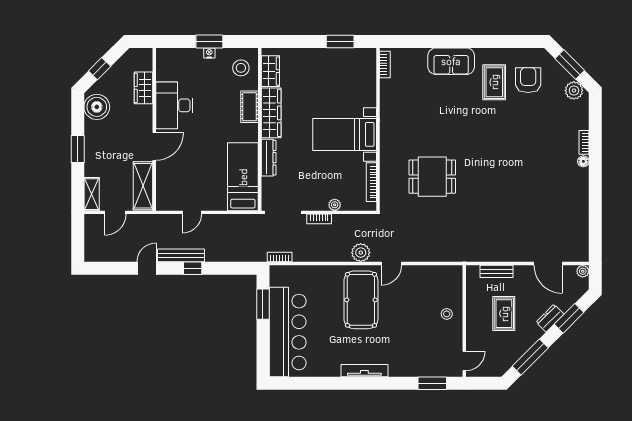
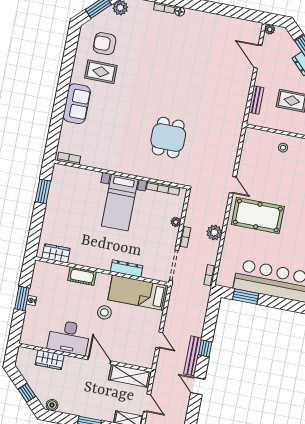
stool: (241, 68) -> (104, 312), moved
boiler: (97, 107) -> (52, 405), width x0.54, depth x0.54
wardrobe: (271, 113) -> (90, 259), removed
plant: (361, 253) -> (214, 233), moved
door: (548, 263) -> (258, 57), swing flipped

